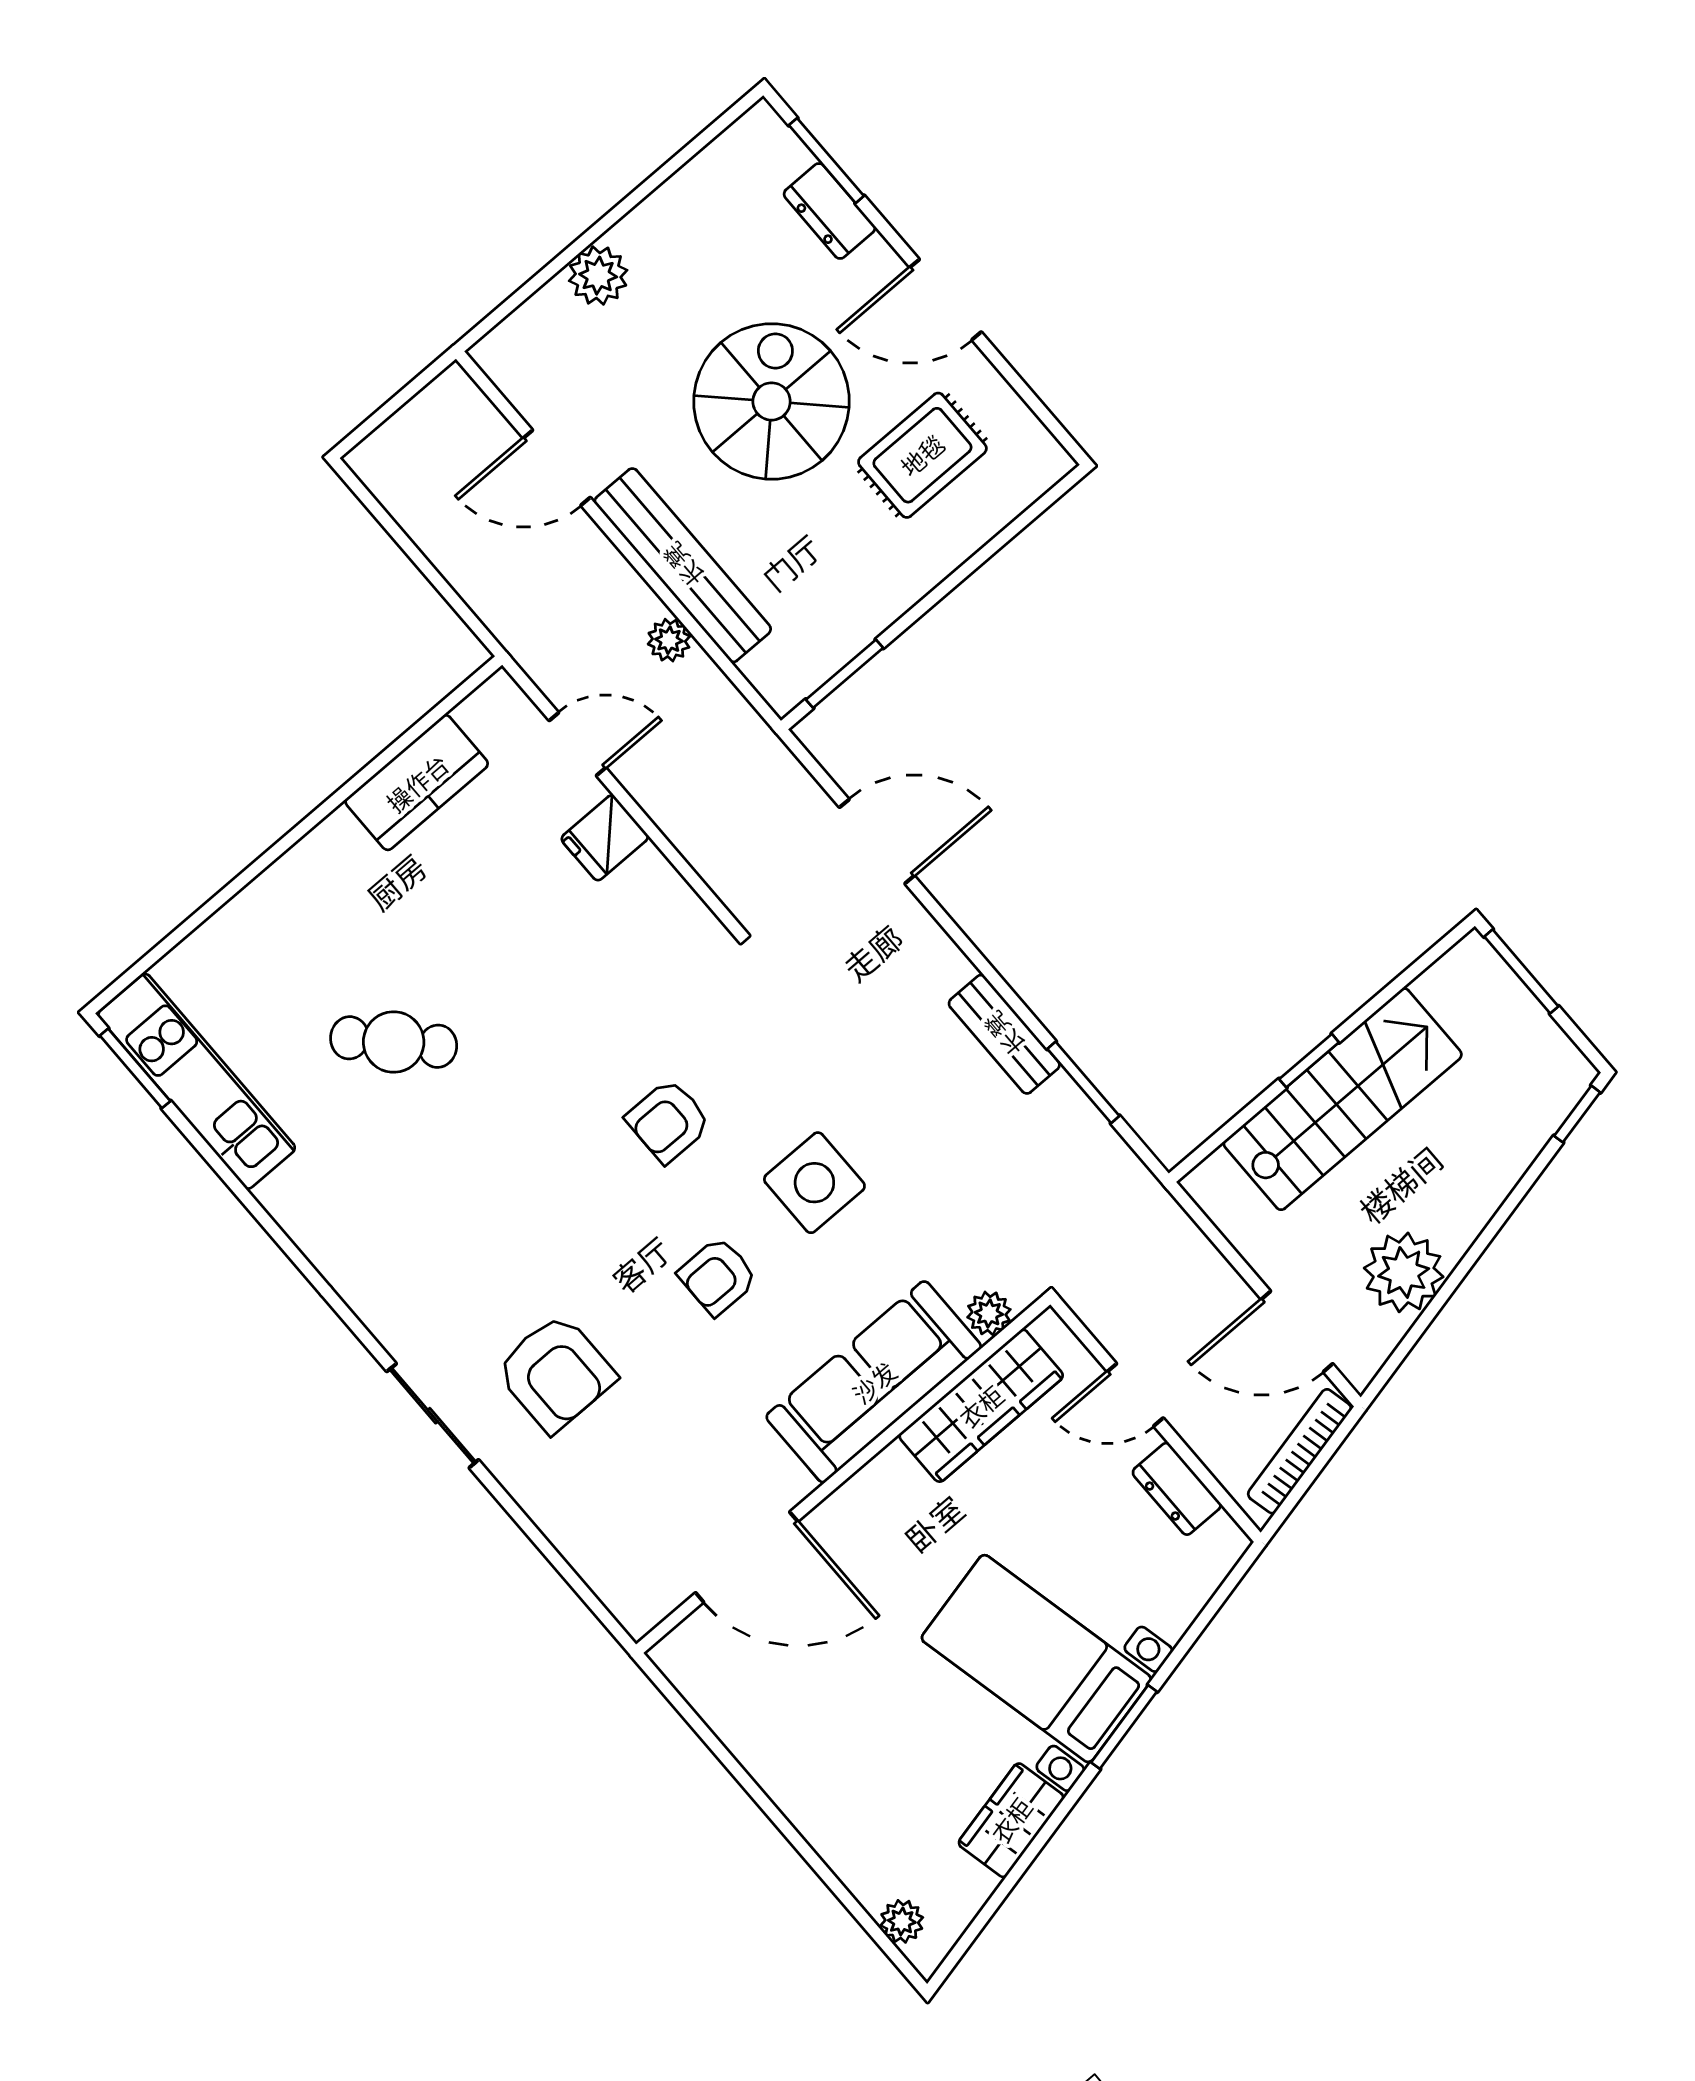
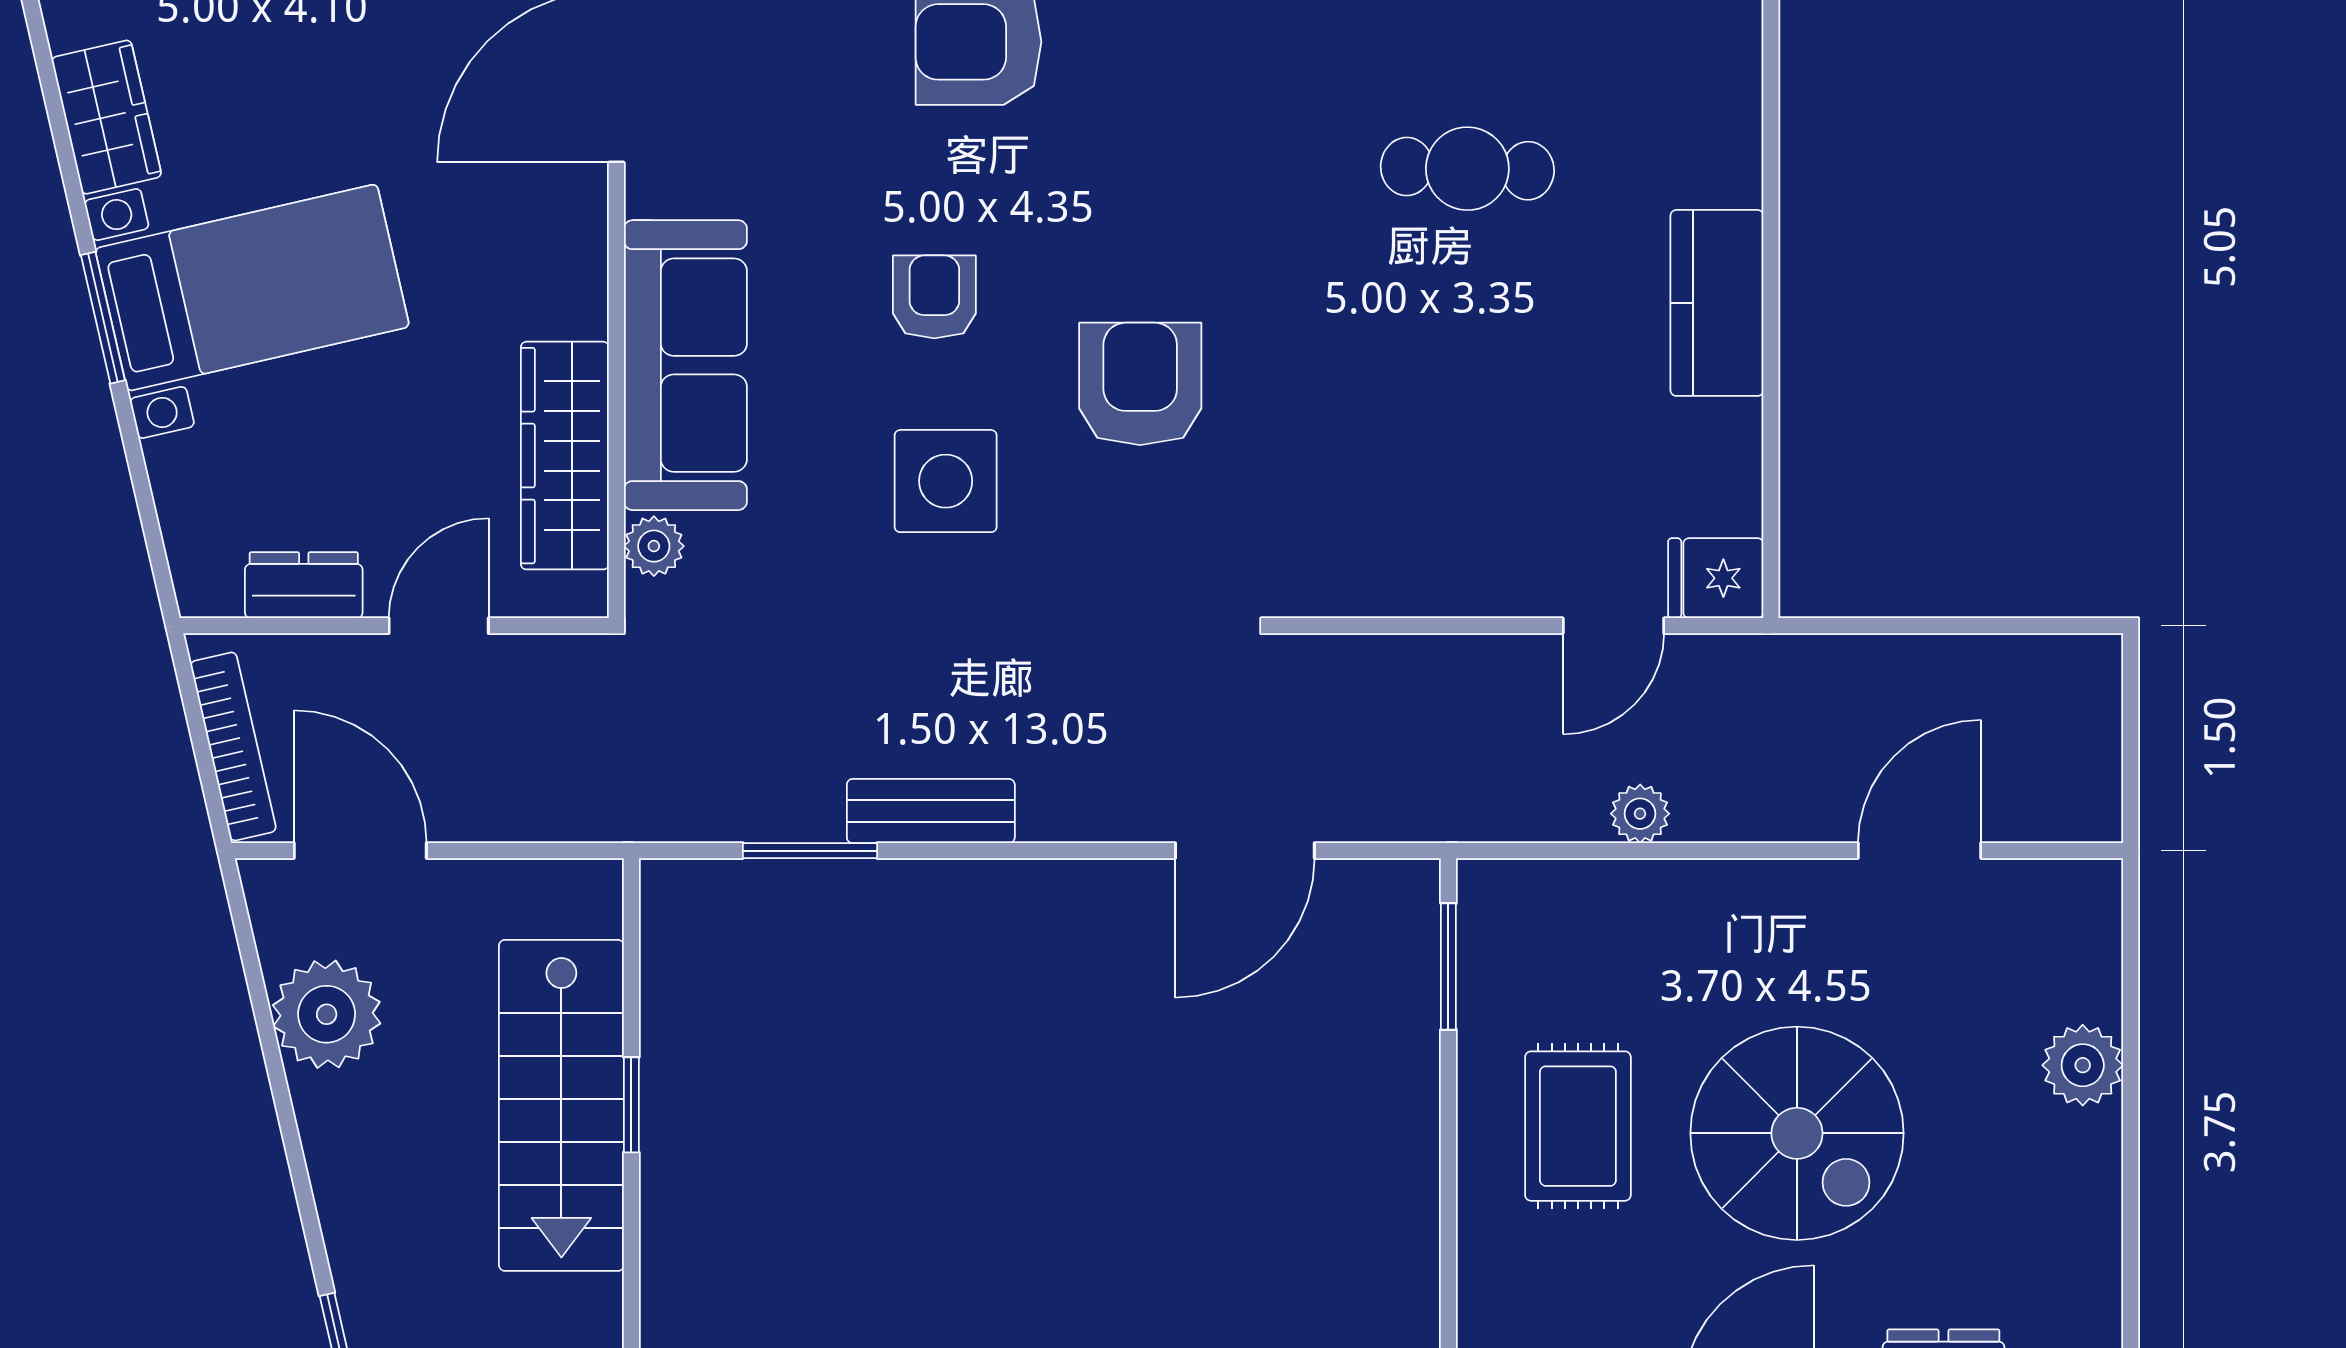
rug: (922, 455) -> (1578, 1126), moved
bench: (683, 565) -> (1706, 895), removed
kitchen counter: (417, 783) -> (1717, 303), moved
fridge: (605, 838) -> (1716, 578), moved, turned -90
cafe table: (394, 1042) -> (1467, 169), turned 46
armchair: (668, 1121) -> (1140, 384), width x1.38, depth x1.38
door: (1297, 1331) -> (360, 851), hinge flipped

